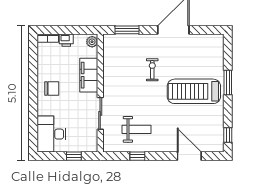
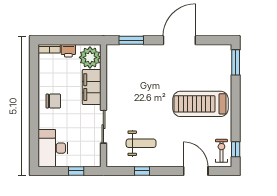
plant: (92, 42) -> (90, 57), width x1.88, depth x1.88
exercise bike: (152, 70) -> (221, 151), moved
window: (228, 83) -> (236, 62), moved

